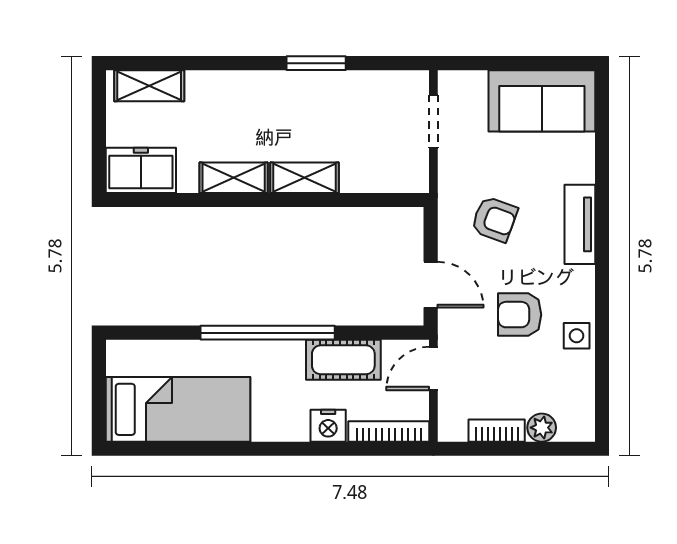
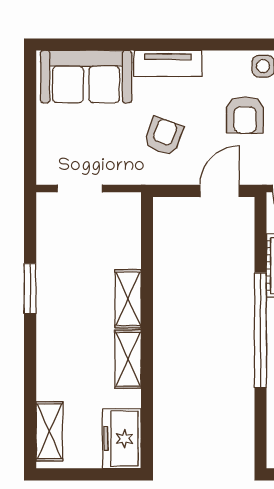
sofa: (542, 101) -> (86, 77), moved, turned 90

